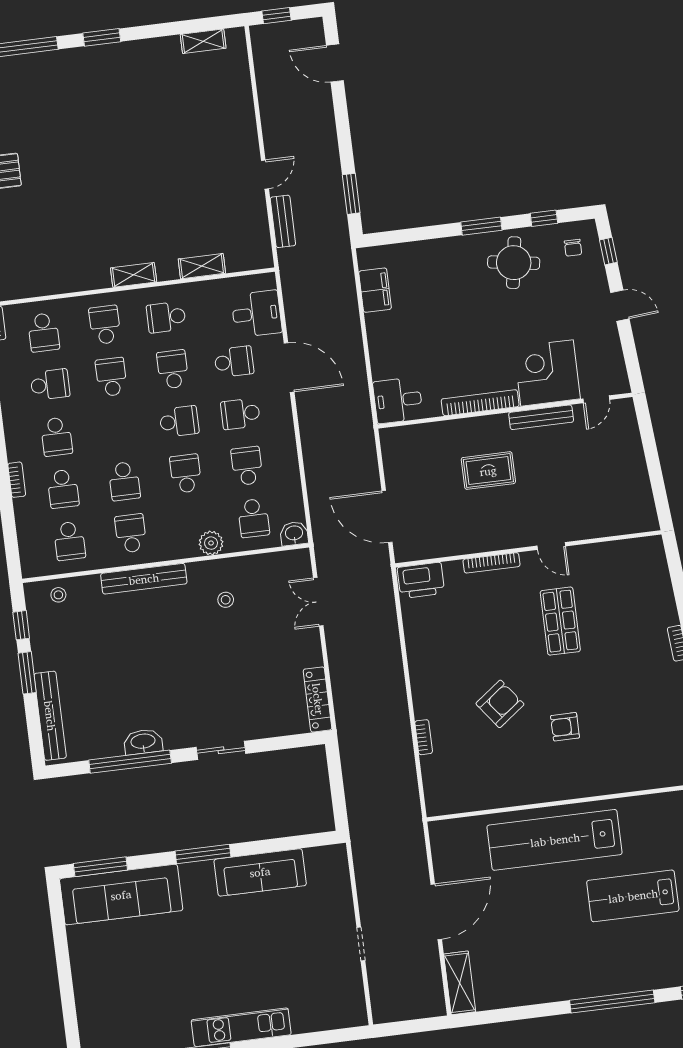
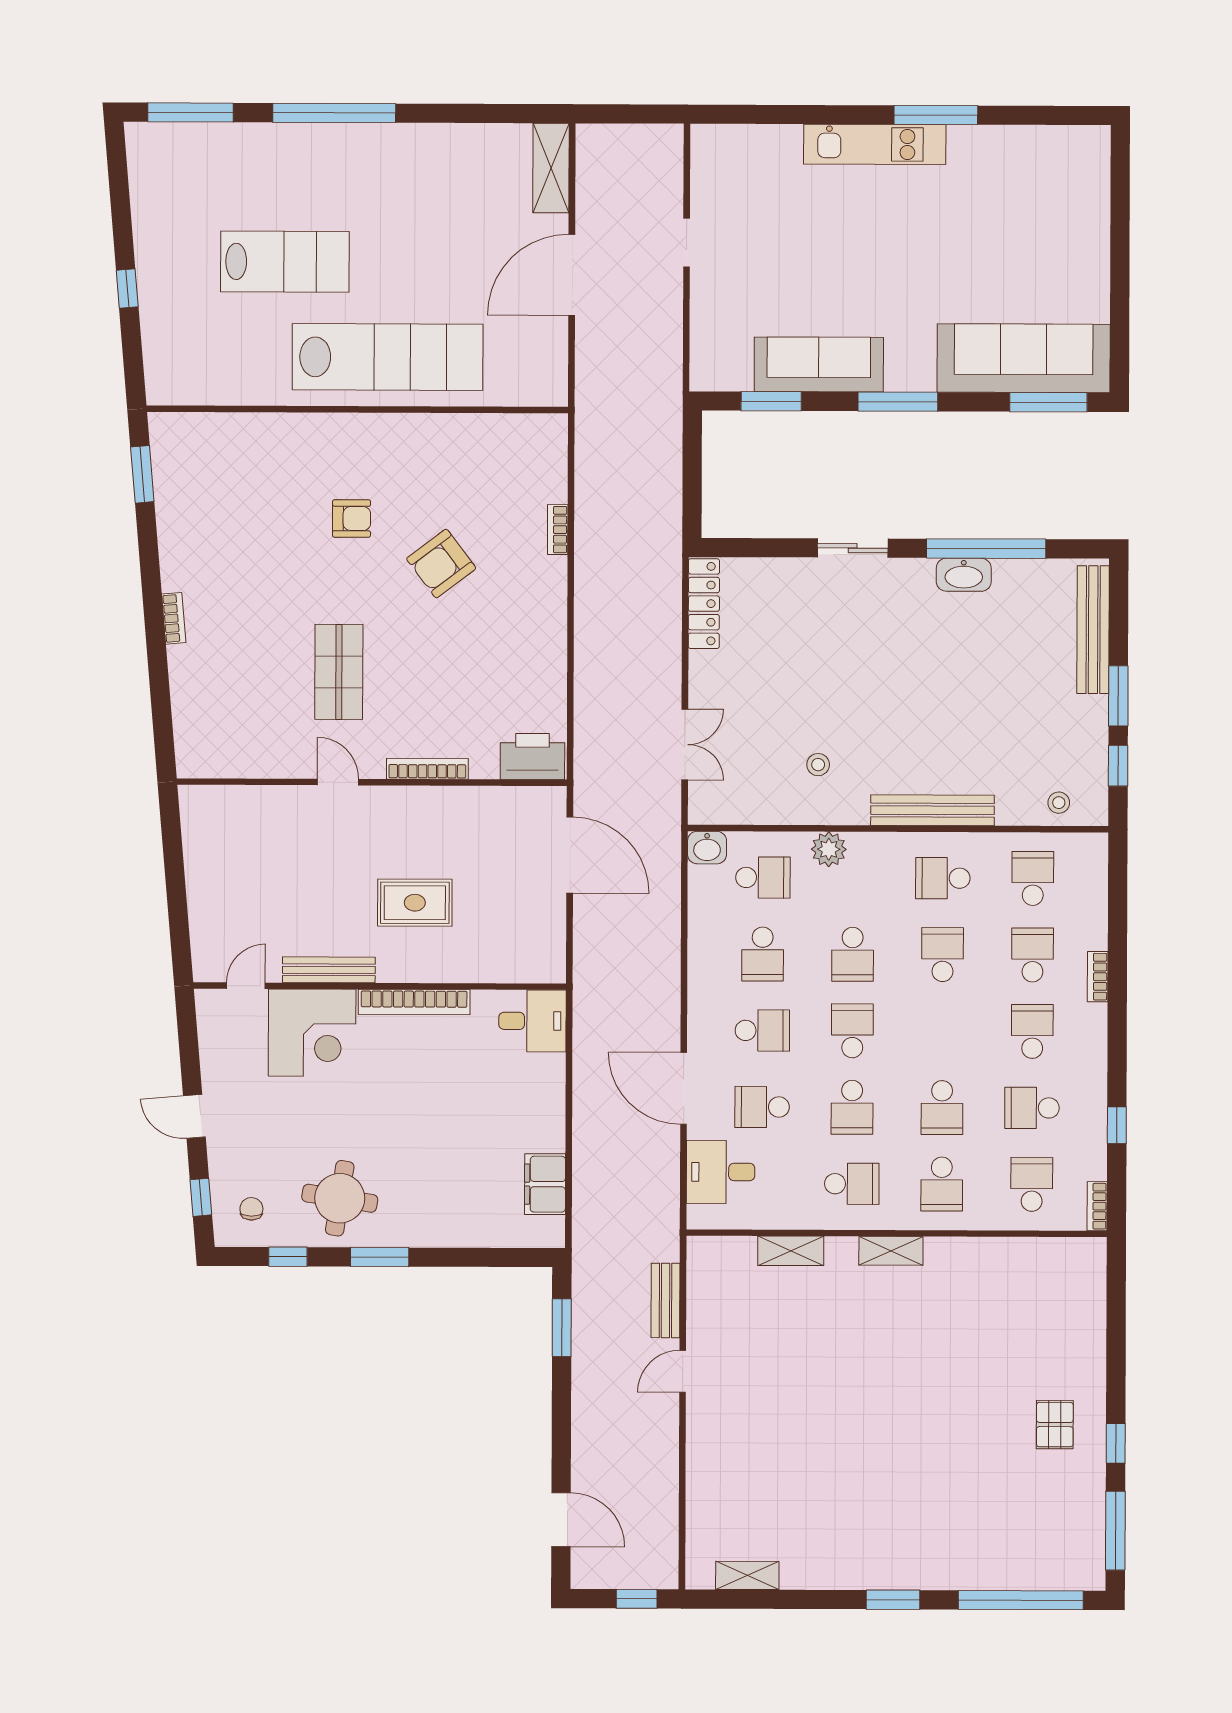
school desk: (179, 421) -> (852, 1031), turned 90
school desk: (253, 518) -> (763, 878), turned 90
school desk: (131, 533) -> (943, 878), turned 90
window: (289, 843) -> (771, 401), added

